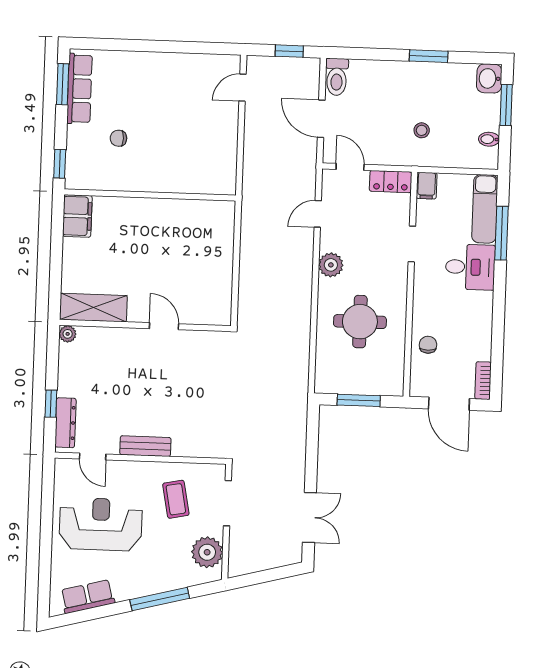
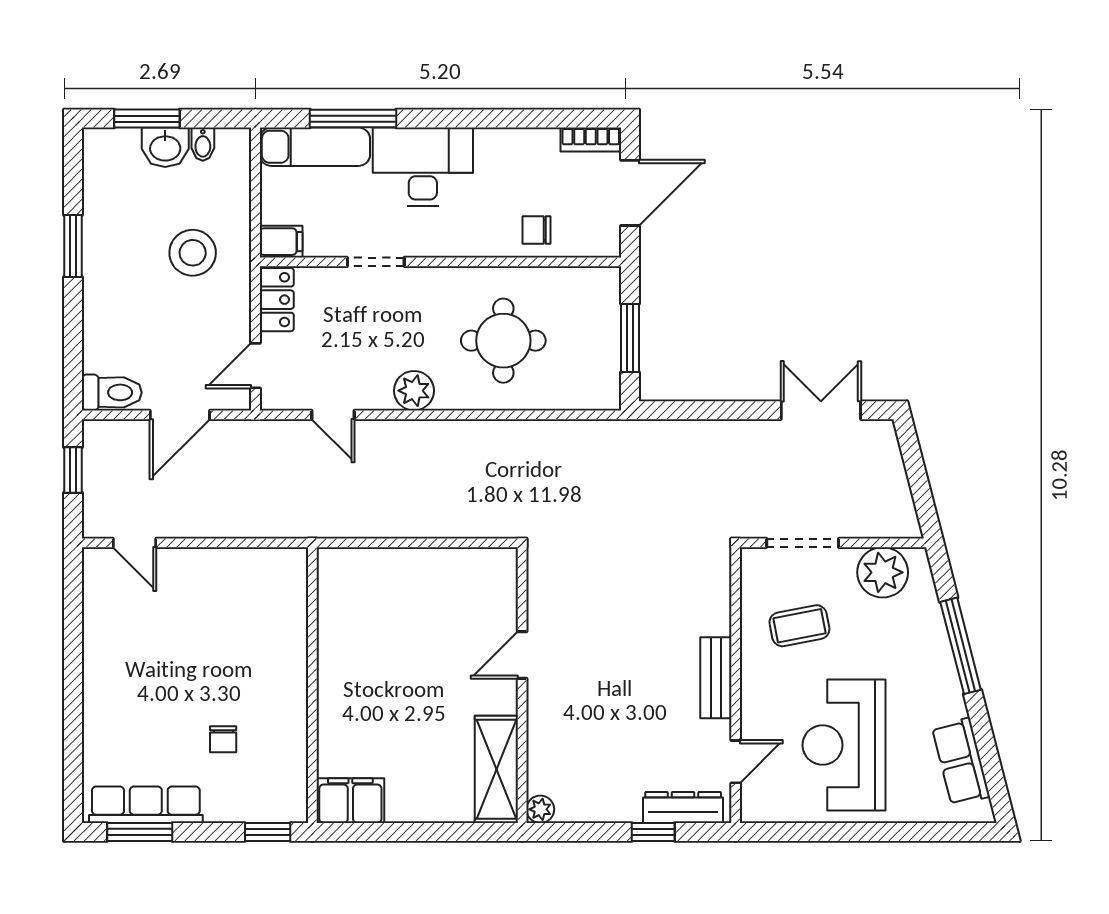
washbasin: (489, 78) -> (165, 147), moved
stool: (422, 130) -> (193, 253), width x1.89, depth x1.89
desk: (470, 267) -> (423, 167), width x1.37

